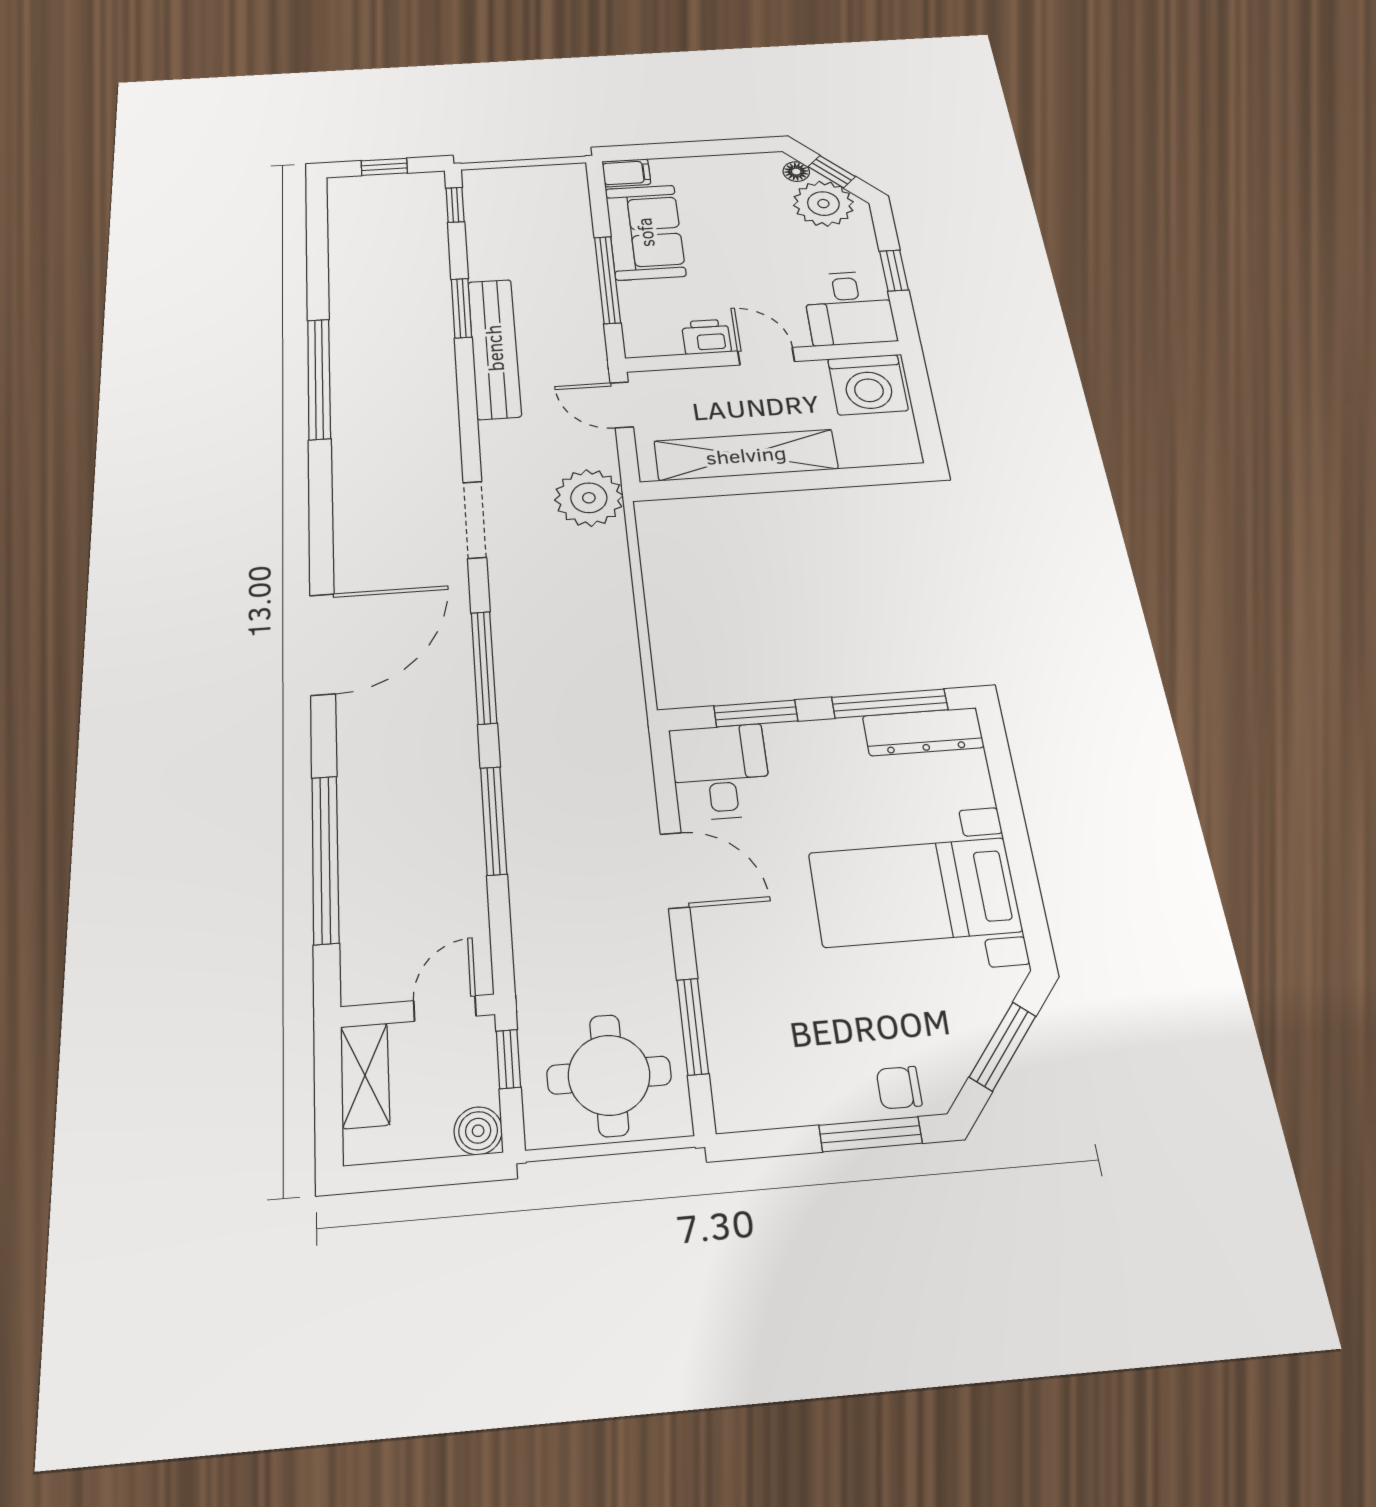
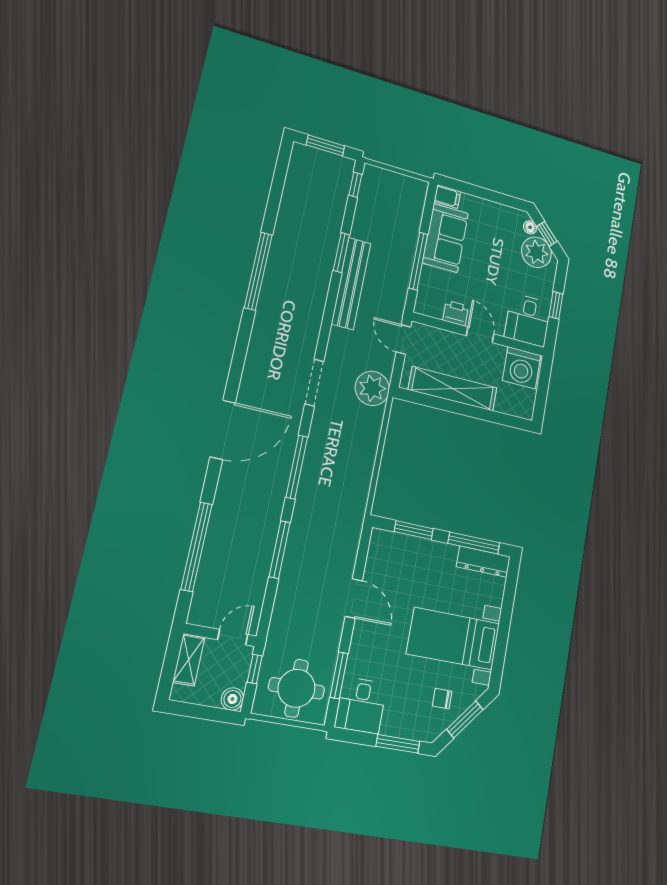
window: (384, 167) -> (325, 145), width x1.50
desk: (721, 772) -> (361, 705), moved, turned 180
chair: (899, 1088) -> (442, 699), moved

